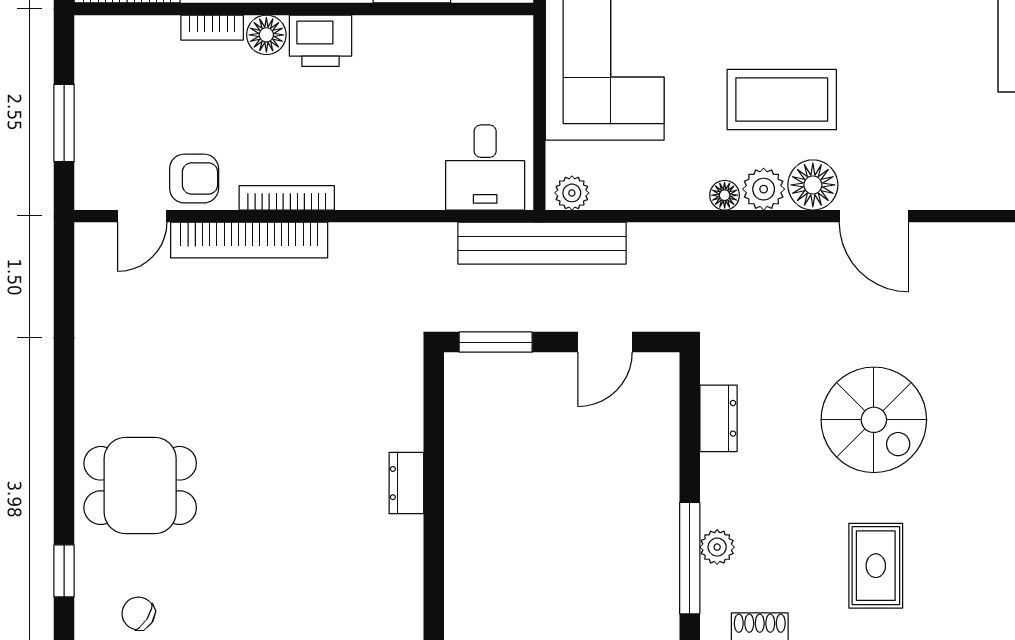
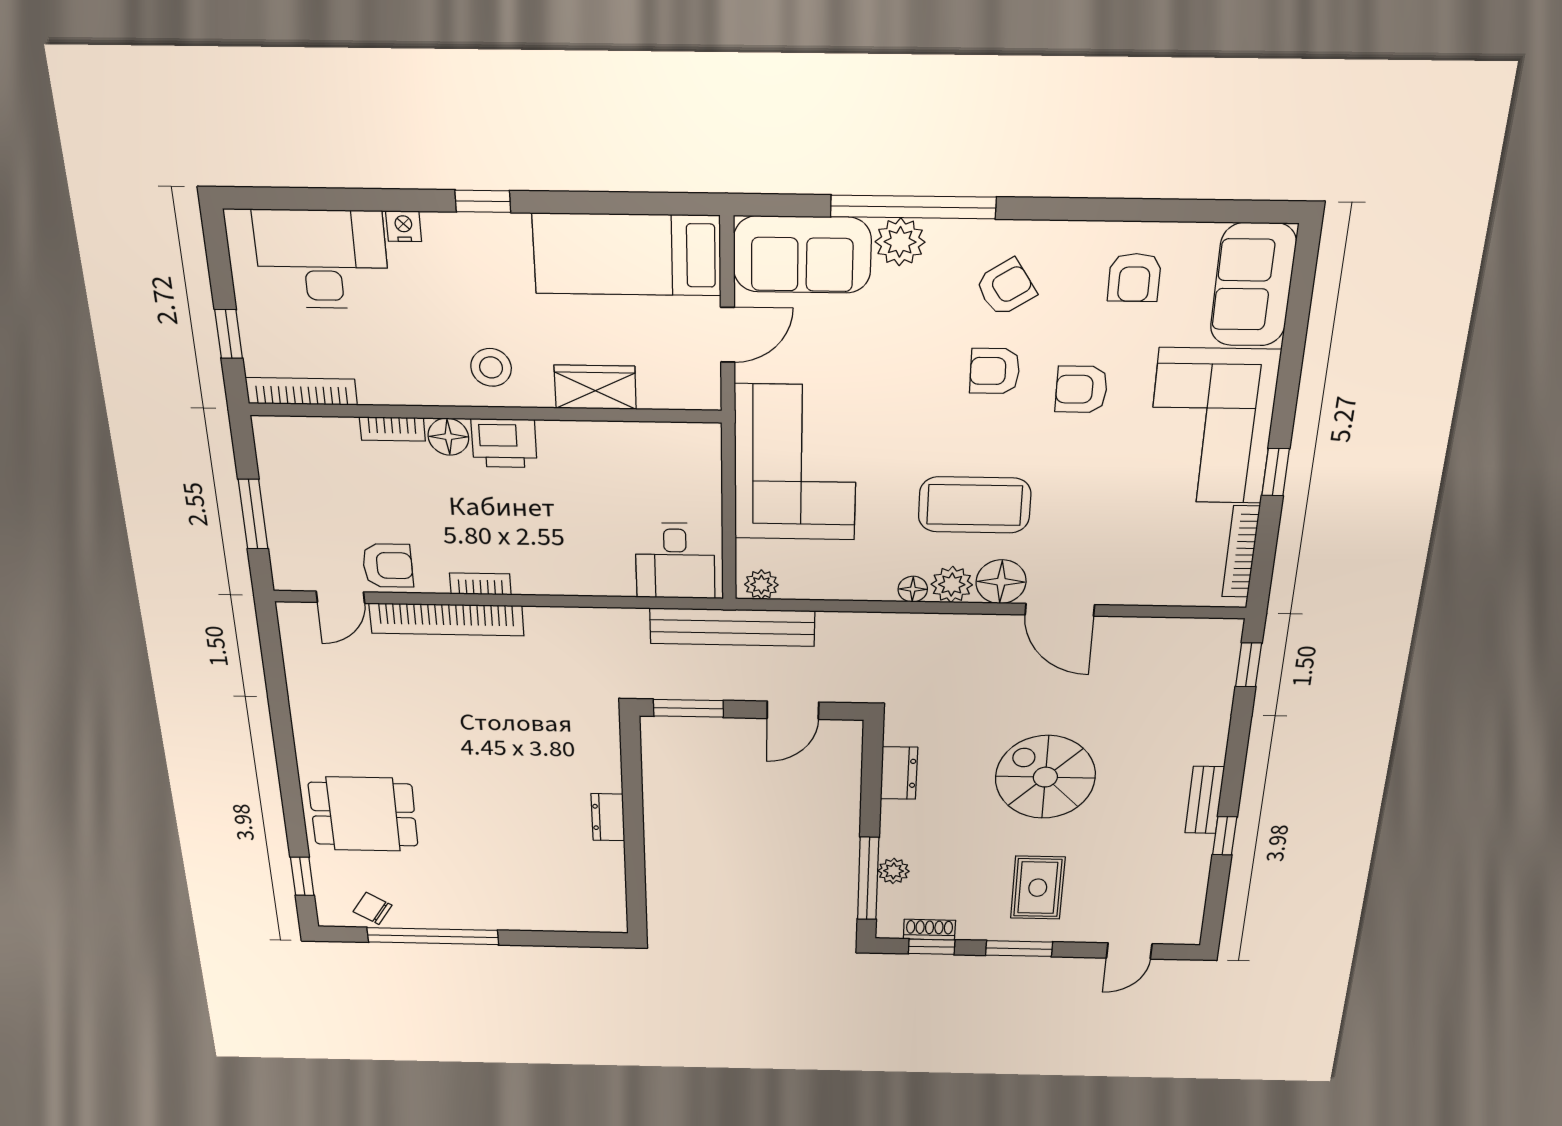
bookcase: (287, 198) -> (480, 584), width x0.64
spiral stairs: (874, 420) -> (1045, 777), turned 180

